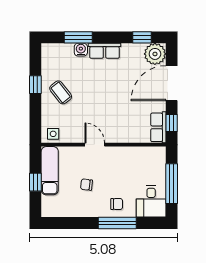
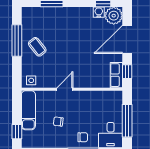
water cooler: (81, 50) -> (99, 12), moved
row of seats: (105, 51) -> (73, 13), removed
window: (35, 85) -> (17, 41), width x2.17
door: (95, 145) -> (65, 89), hinge flipped
window: (35, 182) -> (17, 132), moved

